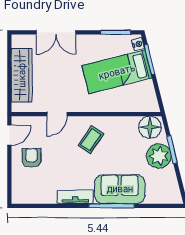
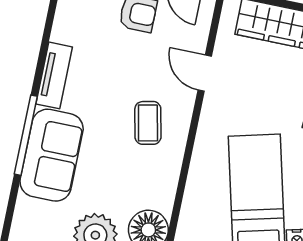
coffee table: (91, 140) -> (148, 123), turned 44

